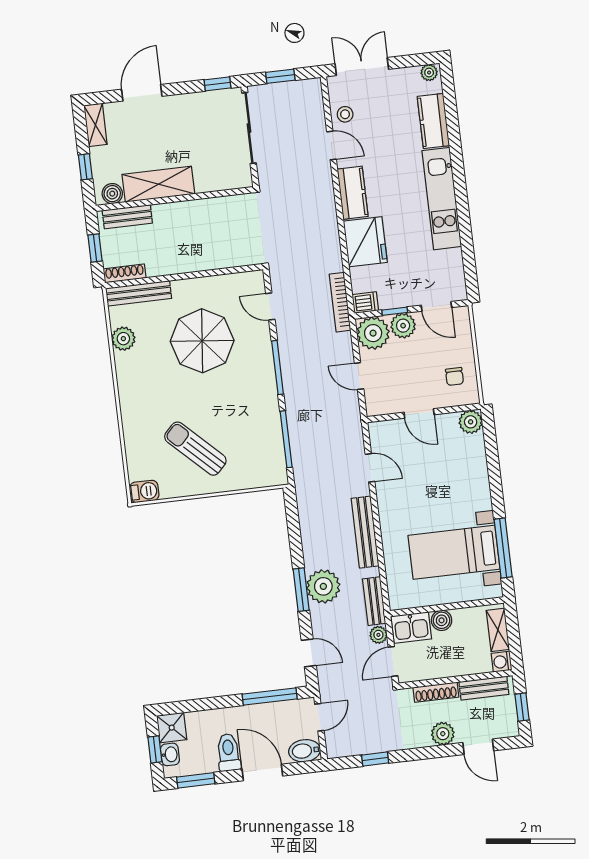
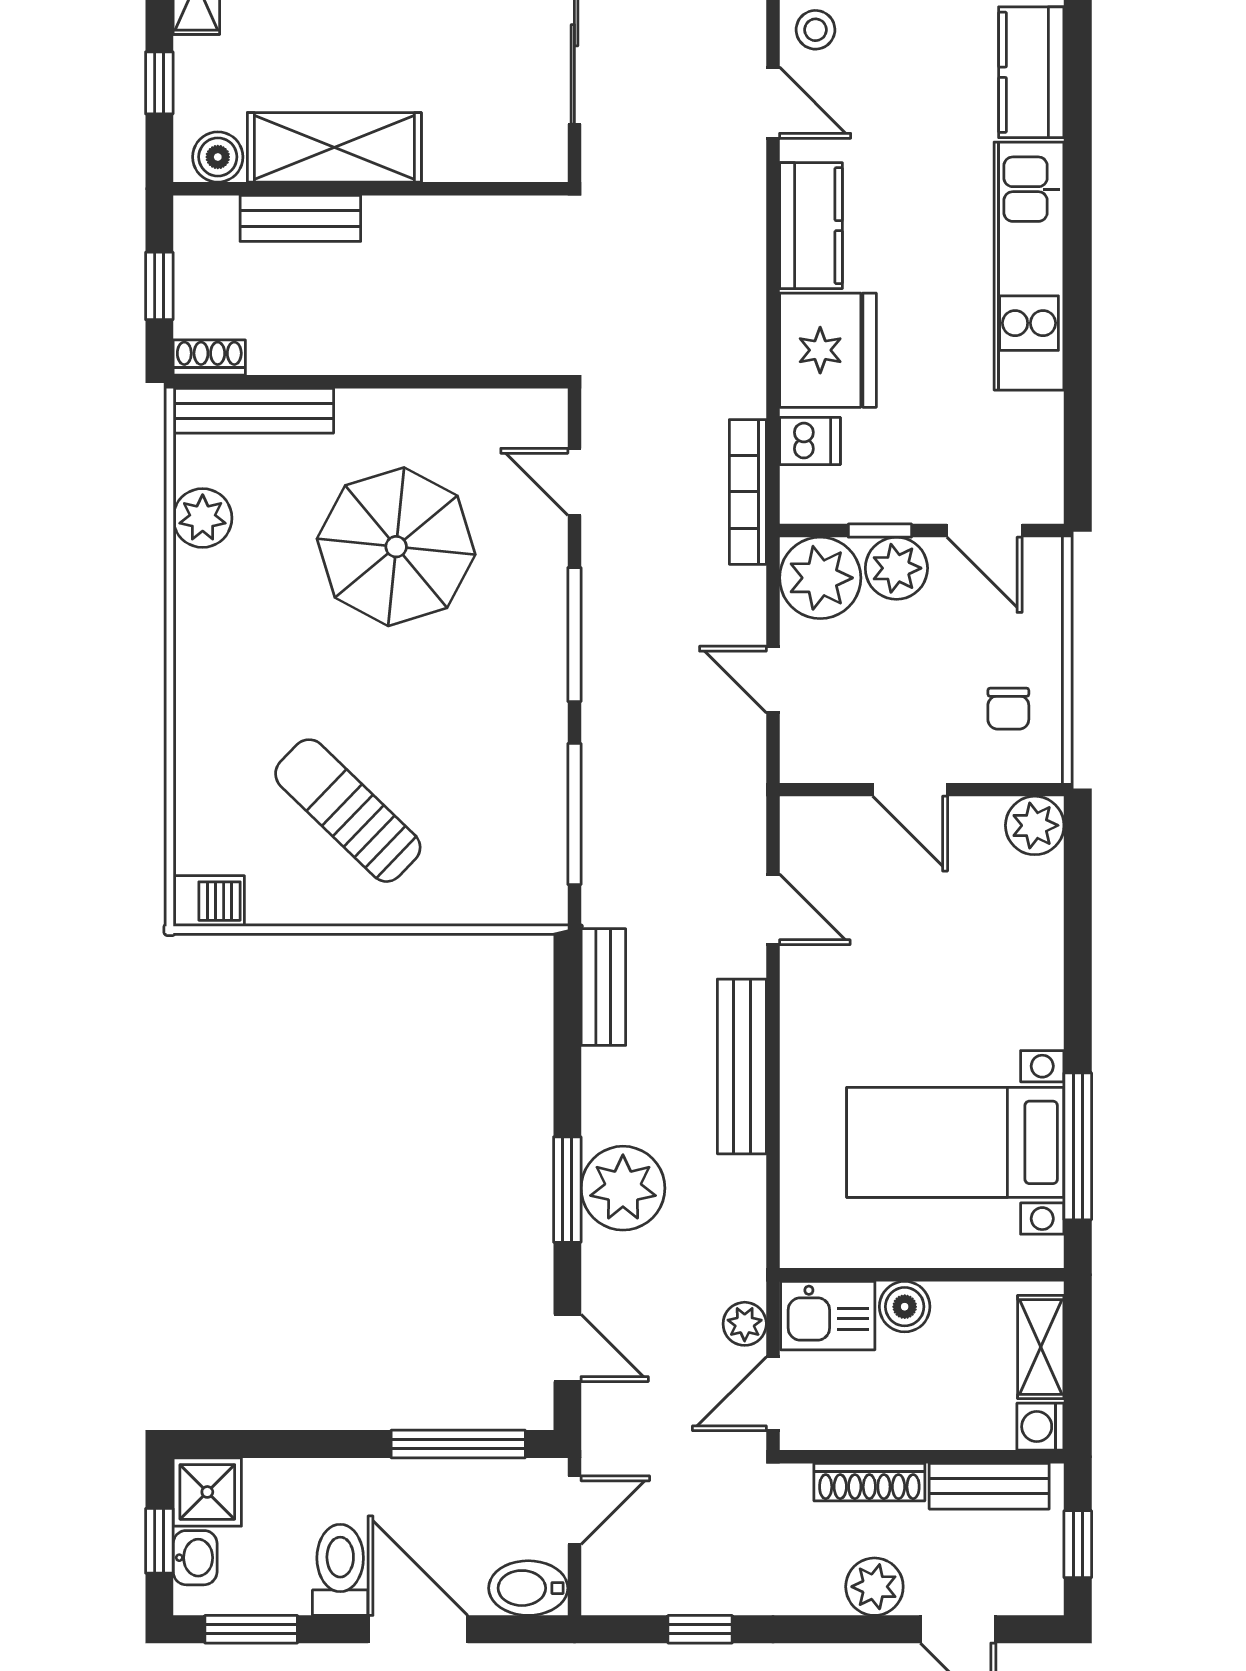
bench: (127, 217) -> (300, 218), moved
shoe rack: (125, 273) -> (209, 358), width x0.70
dishwasher: (365, 303) -> (810, 441), moved
bench: (374, 601) -> (603, 987), moved

